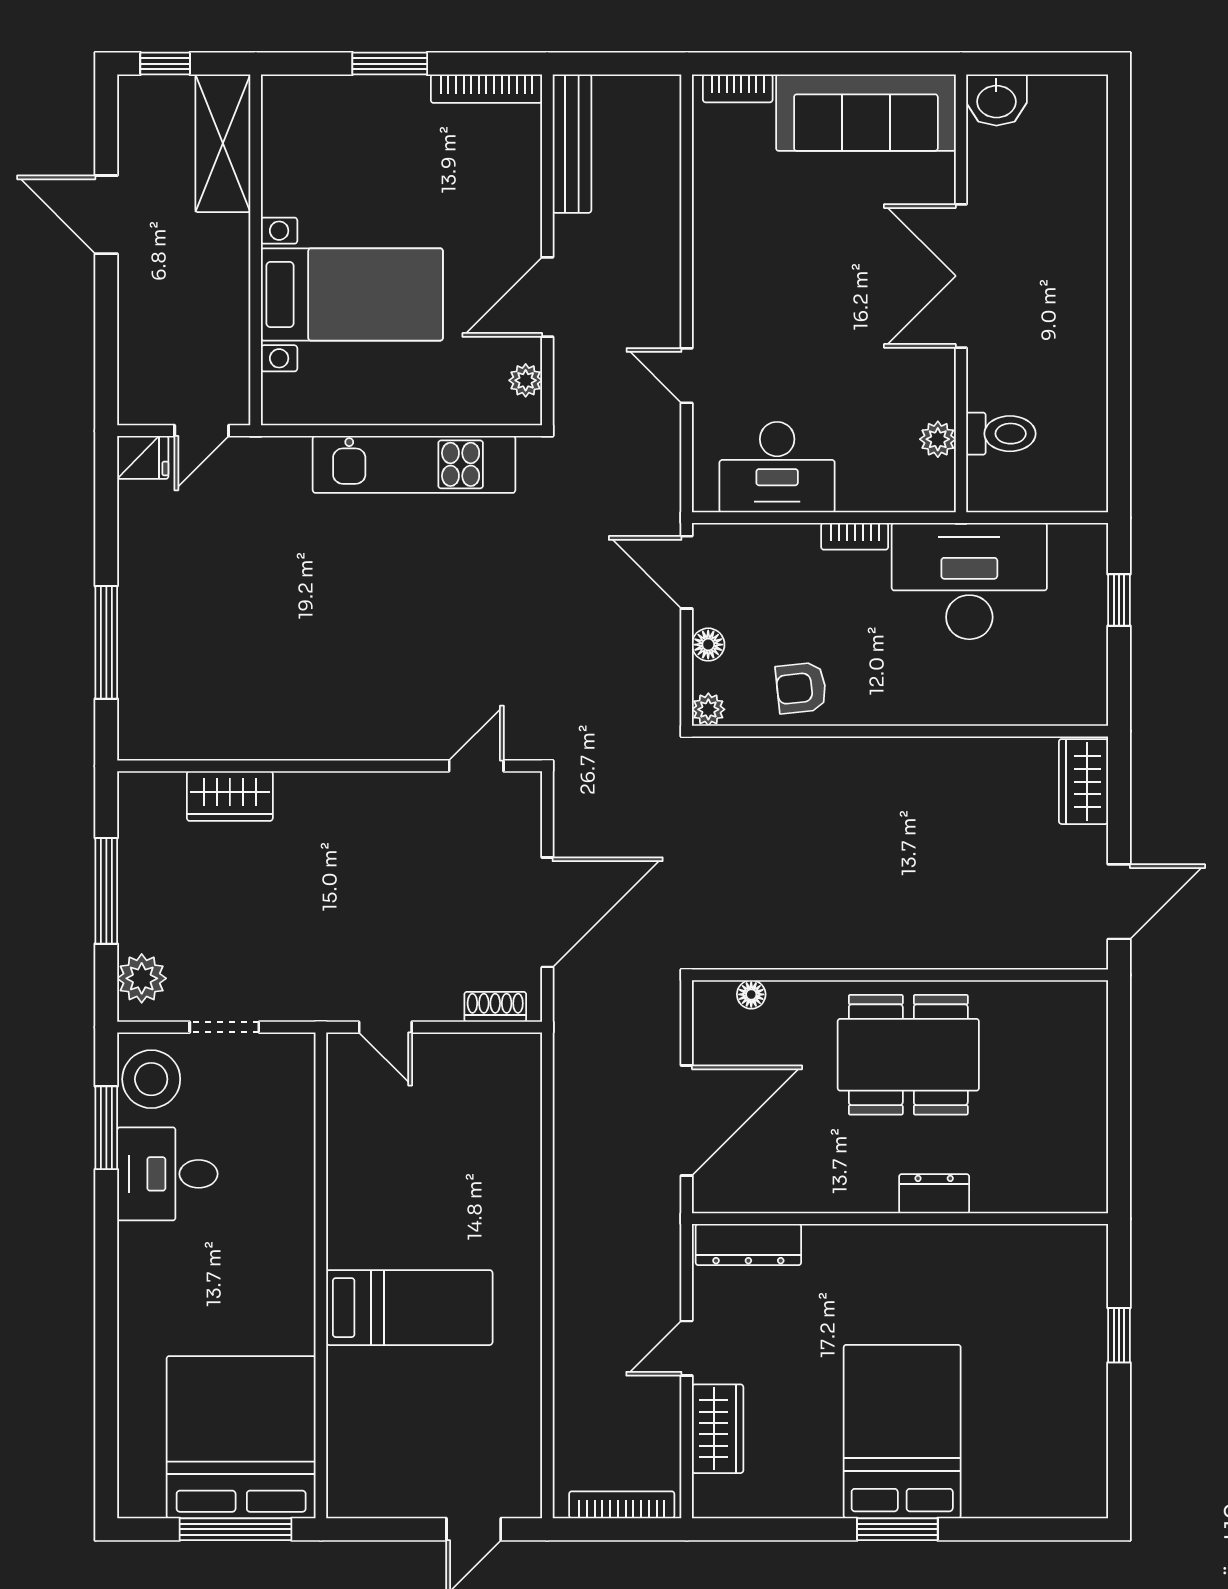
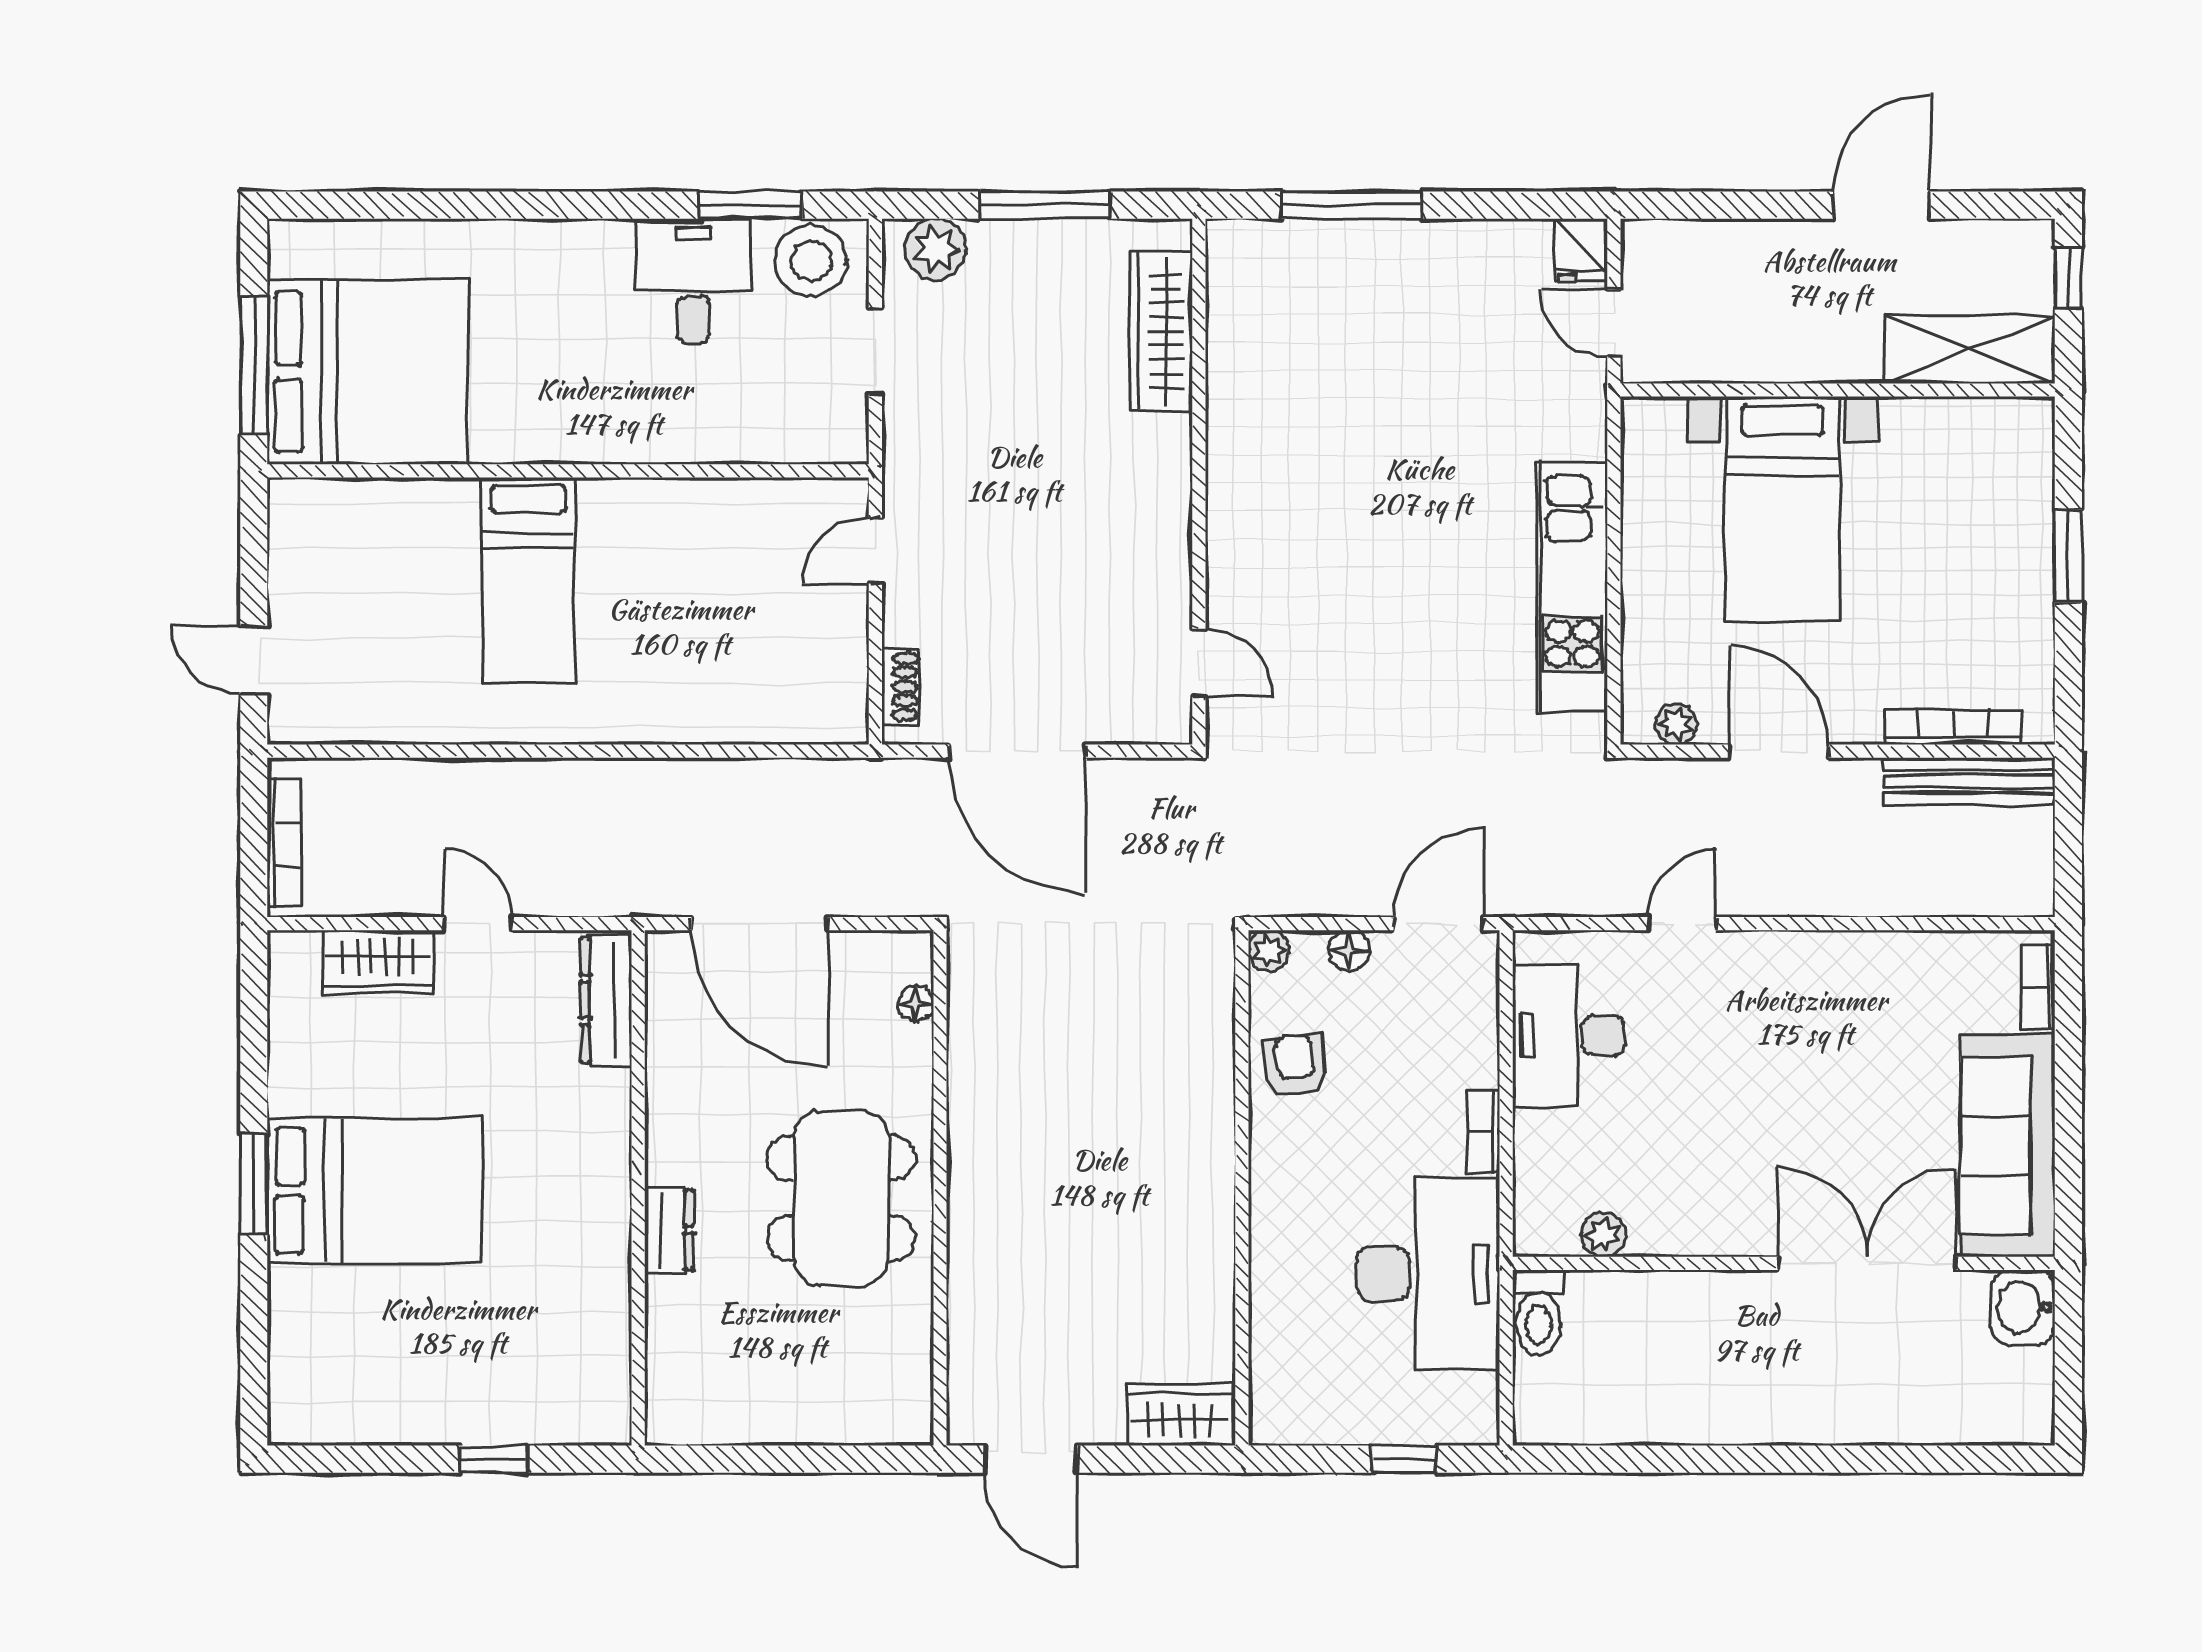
bookcase: (486, 89) -> (1953, 727), moved, turned 90
double door: (961, 276) -> (1867, 1263), moved
toilet: (1001, 434) -> (1539, 1313), moved
wardrobe: (230, 796) -> (1161, 331), width x1.50

